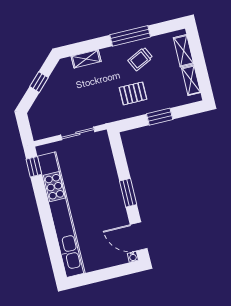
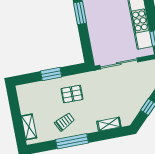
shelving: (191, 80) -> (24, 102), removed
sliding door: (78, 133) -> (119, 64), width x1.37

